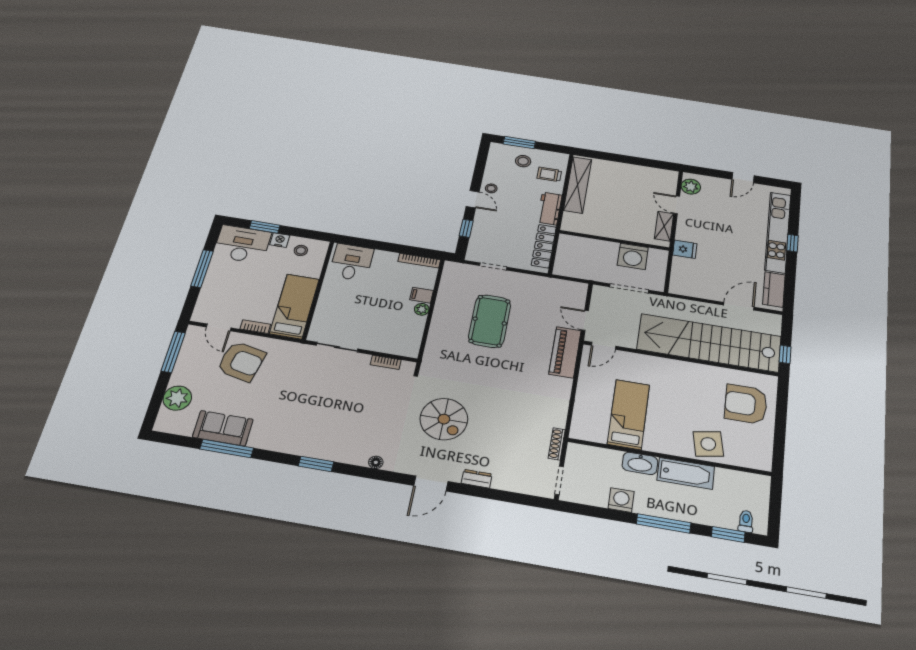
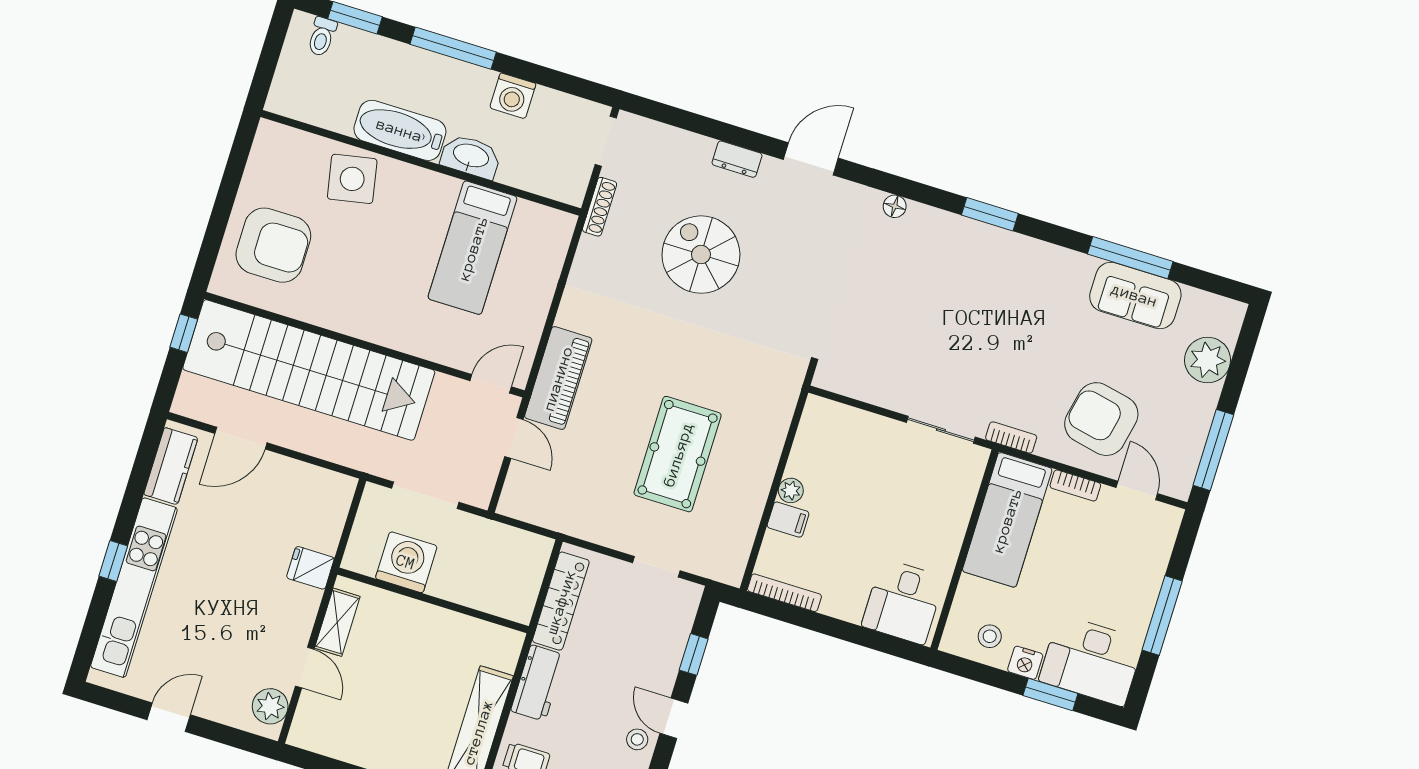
bookcase: (386, 362) -> (1011, 437), moved
spiral stairs: (444, 419) -> (701, 255), moved

